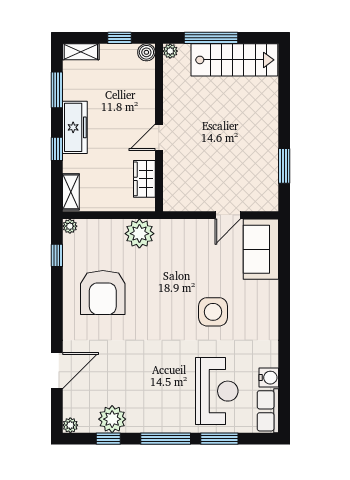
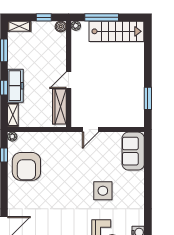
freezer: (75, 127) -> (15, 86), moved
wardrobe: (144, 179) -> (59, 107), width x1.50
door: (228, 215) -> (90, 130), moved
plant: (139, 234) -> (56, 141), removed
armchair: (103, 293) -> (26, 166), moved

